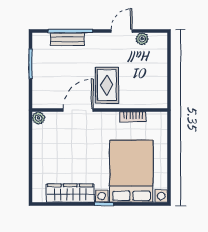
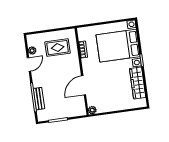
door: (122, 31) -> (29, 64), swing flipped
rug: (107, 85) -> (58, 48), moved
door: (78, 110) -> (84, 85), hinge flipped

